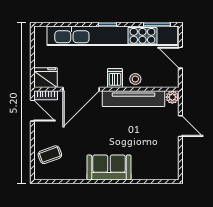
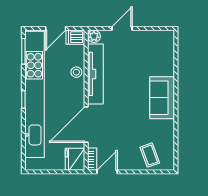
dishwasher: (115, 78) -> (75, 37), moved
door: (81, 89) -> (86, 125), swing flipped

